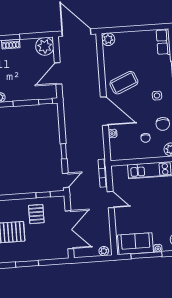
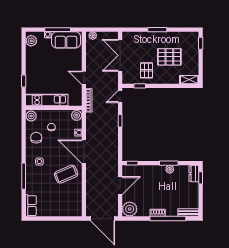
plant: (108, 39) -> (77, 115), moved

